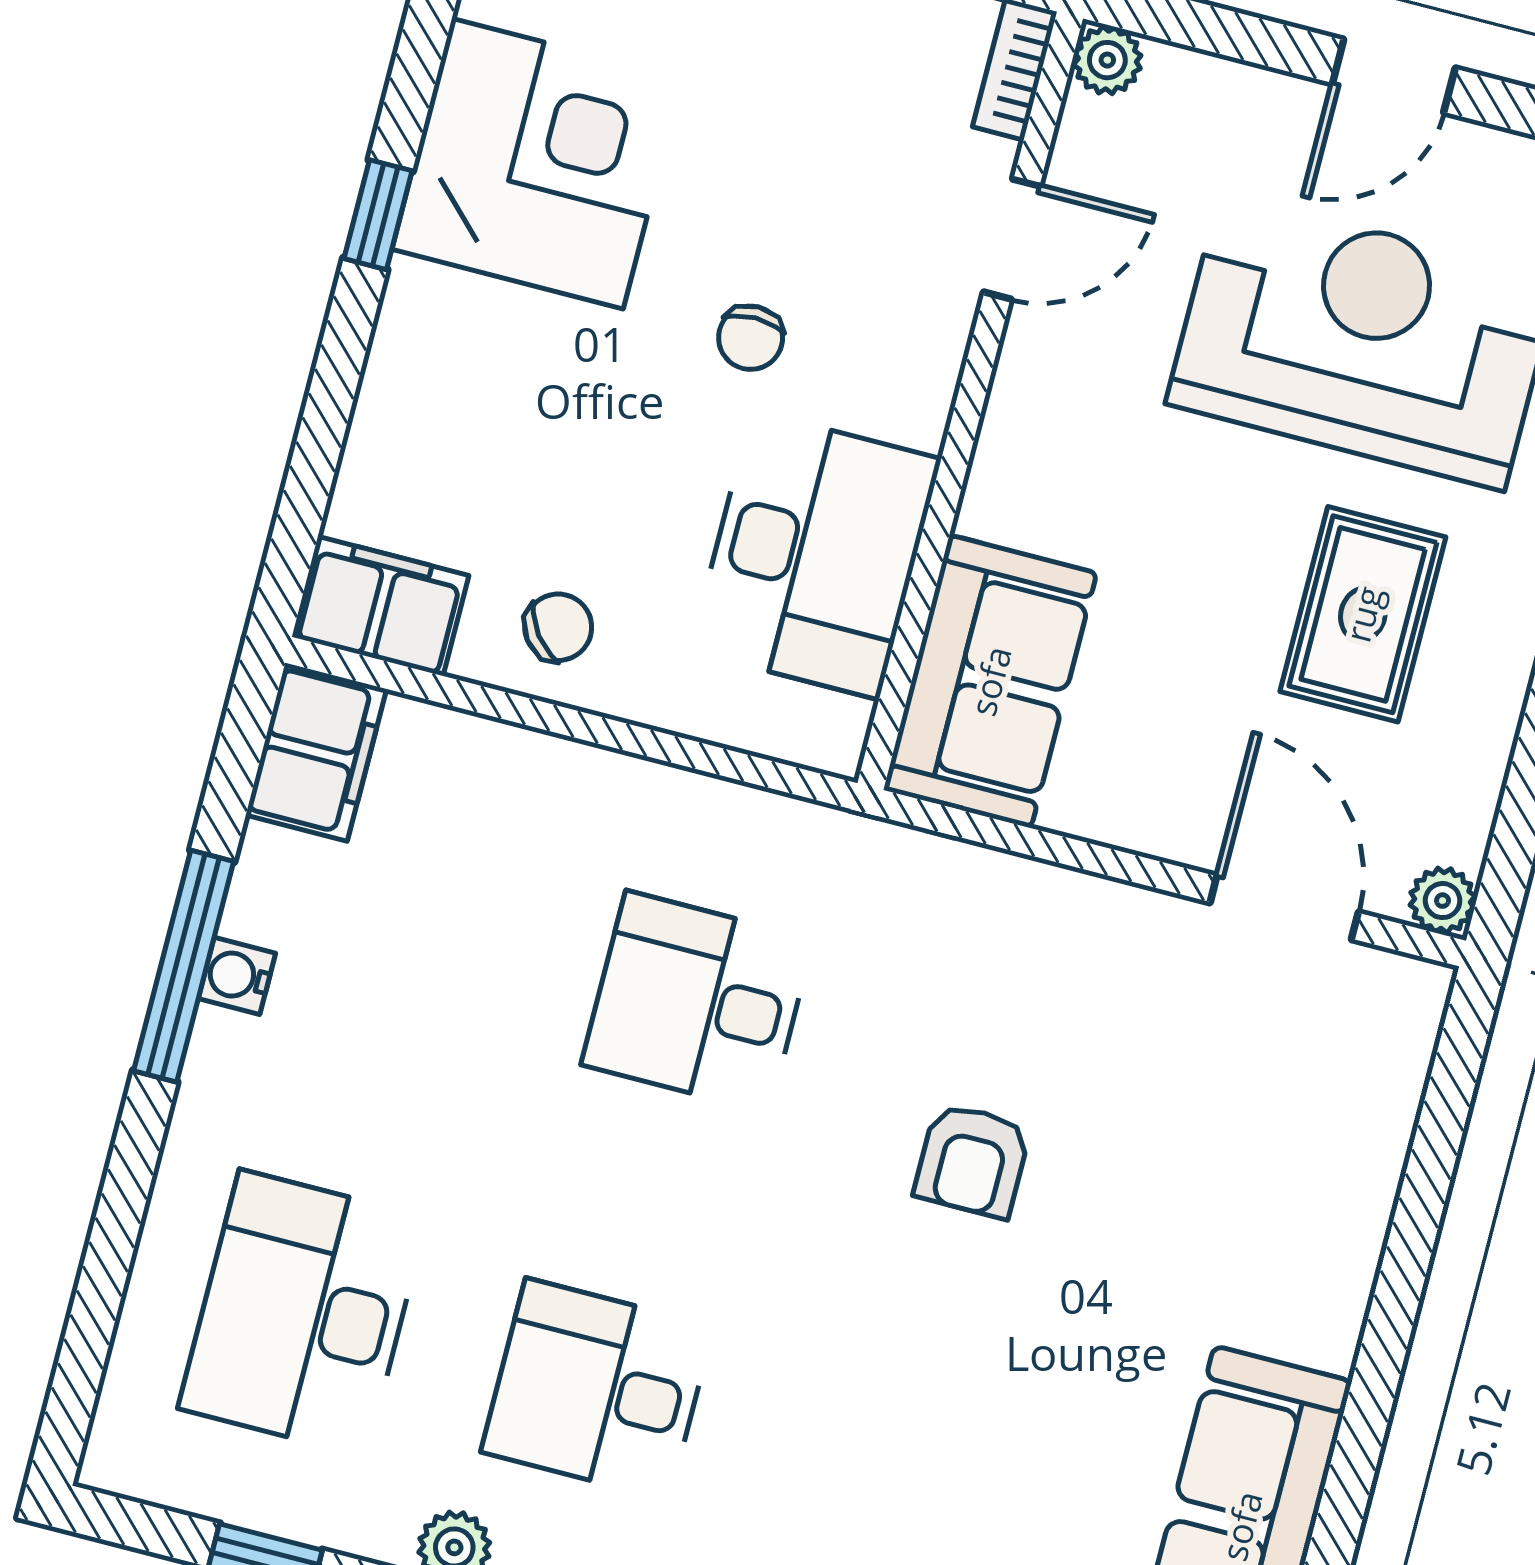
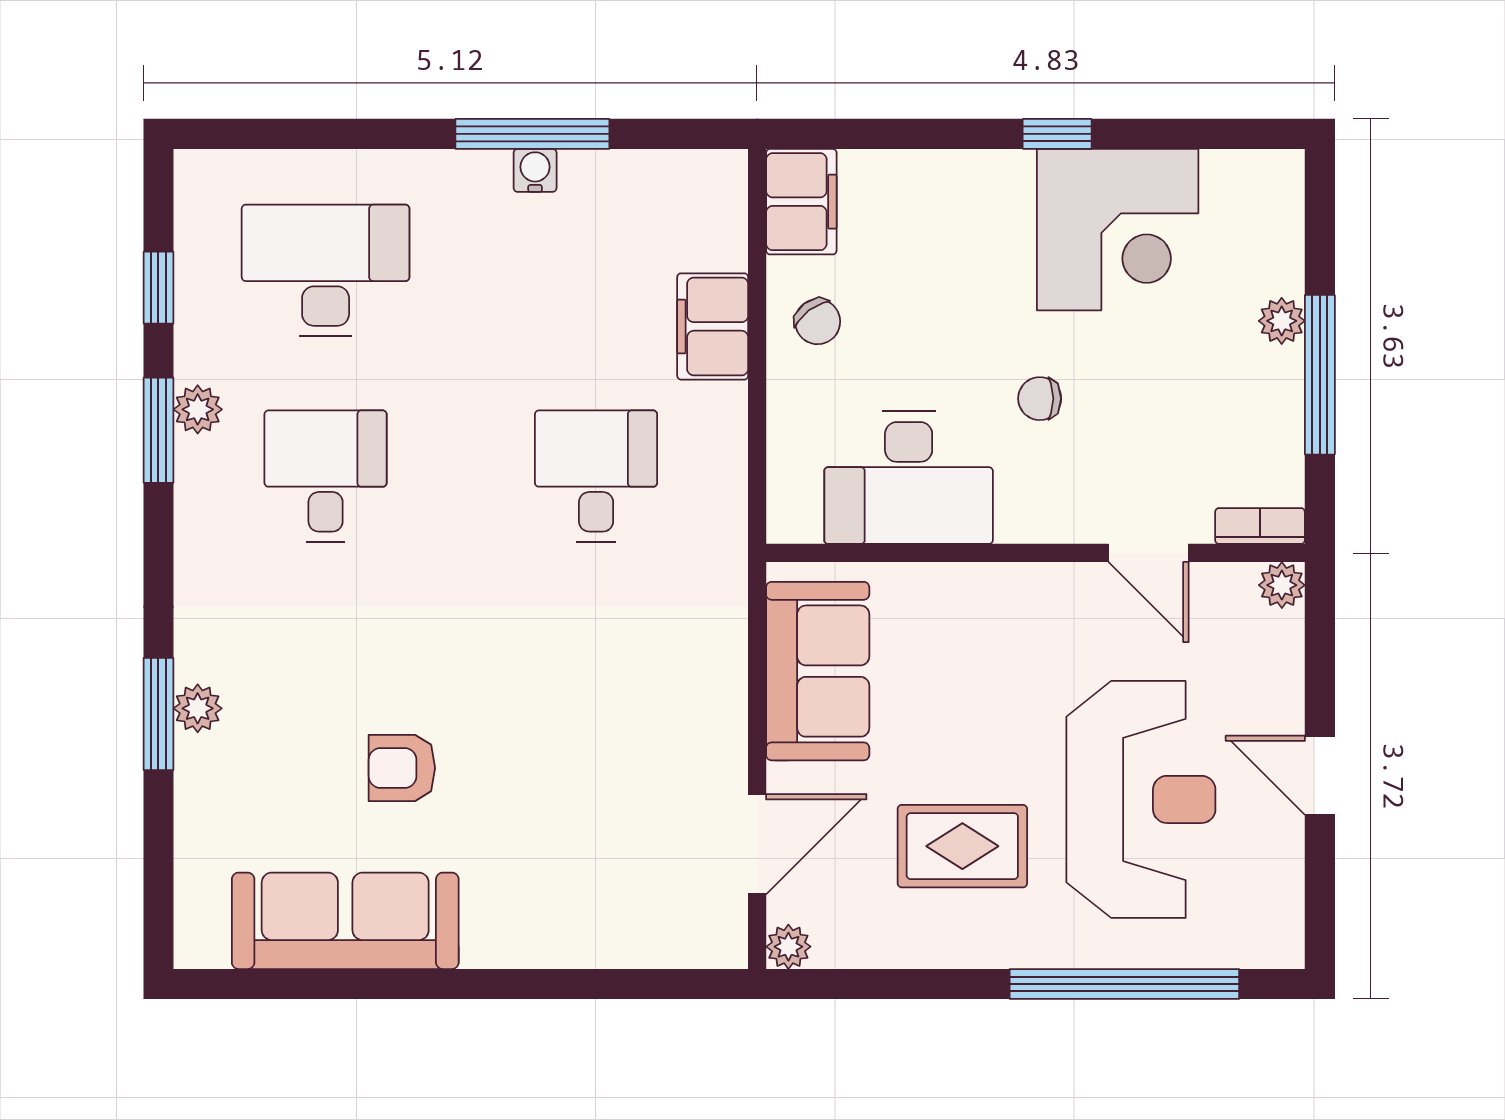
sofa: (990, 681) -> (818, 671), moved, turned -90
filing cabinet: (316, 752) -> (713, 326), moved, turned 90
armchair: (972, 1160) -> (402, 768), moved

